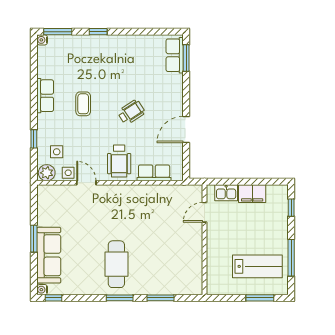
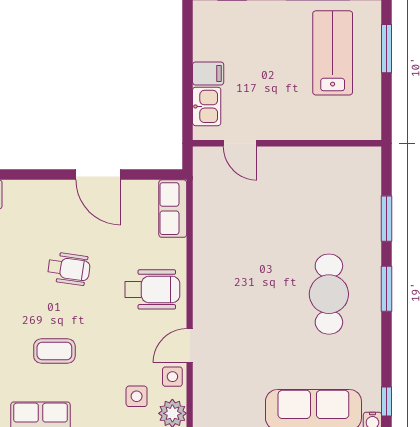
wheelchair: (131, 112) -> (69, 269), turned 131
row of seats: (154, 173) -> (173, 209), moved
filing cabinet: (252, 194) -> (208, 73), width x0.50
cafe table: (116, 264) -> (329, 294), turned 90

